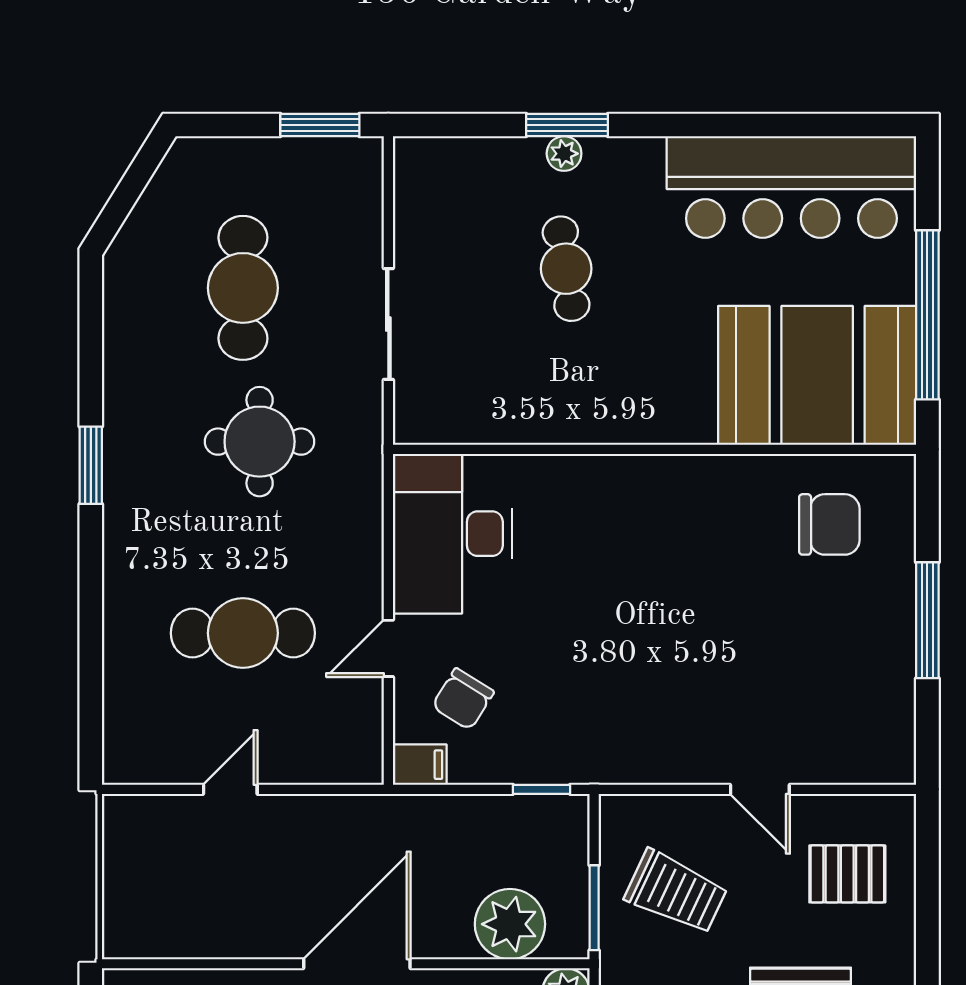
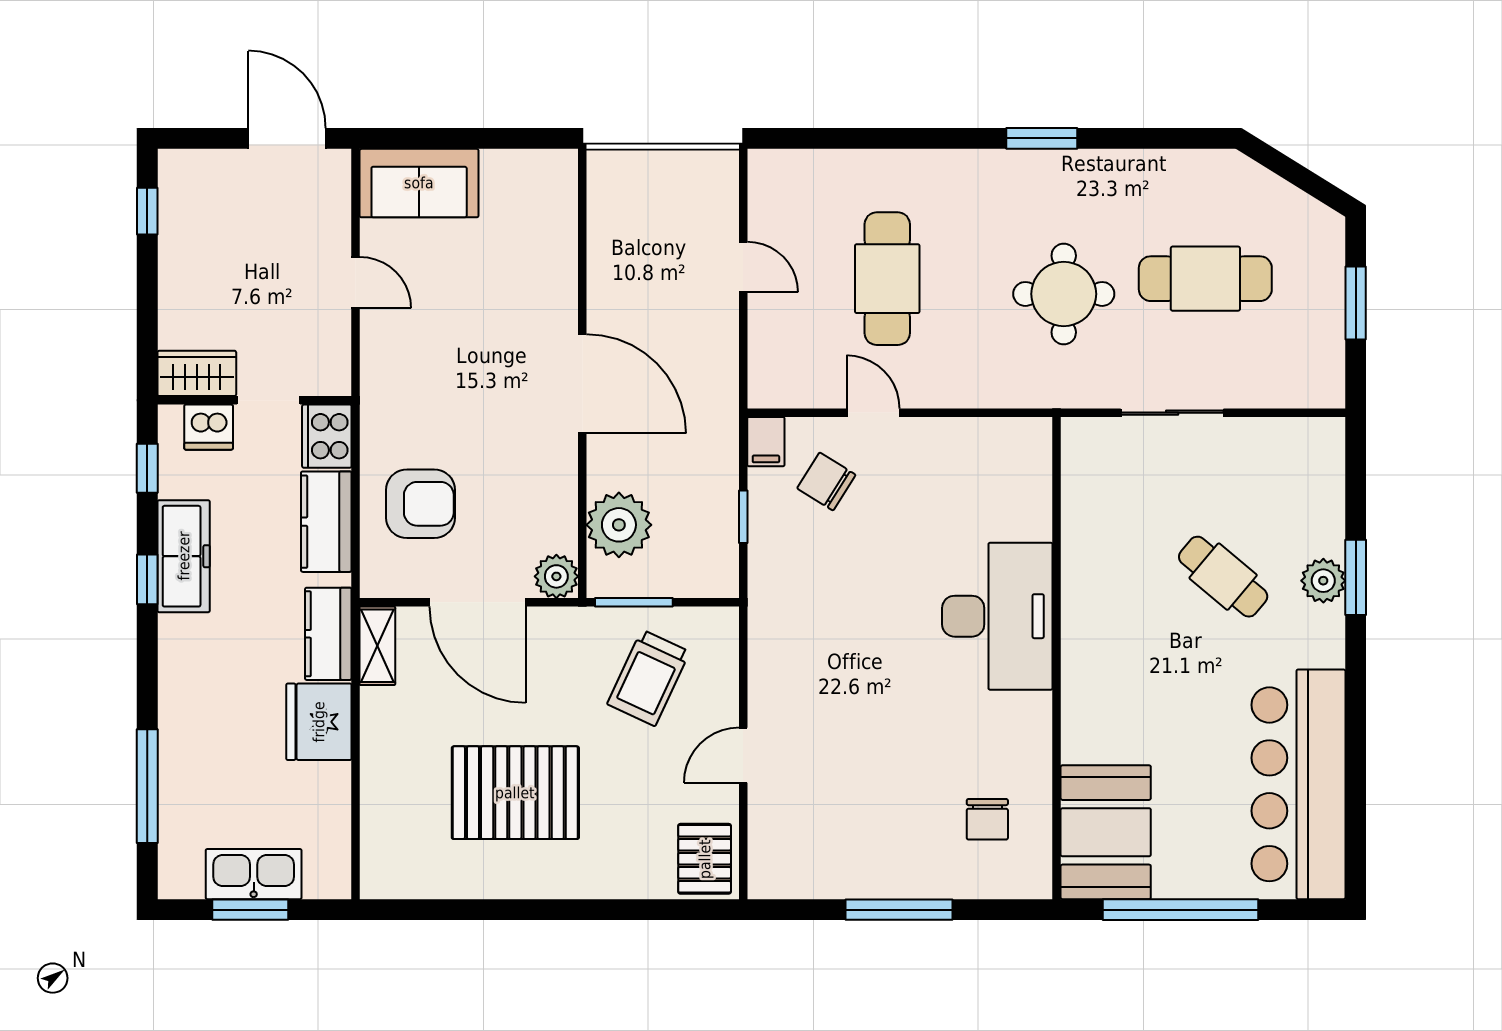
window: (320, 125) -> (1356, 303), moved
plant: (564, 154) -> (1323, 581), width x1.38, depth x1.38
cafe table: (566, 269) -> (1223, 577), turned 49
booth: (817, 375) -> (1106, 832), width x0.73, depth x0.70
chair: (829, 524) -> (987, 819), width x0.73, depth x0.73
desk: (453, 534) -> (997, 616), moved, turned 90
window: (541, 789) -> (743, 517), moved
pallet: (847, 874) -> (705, 859), moved

